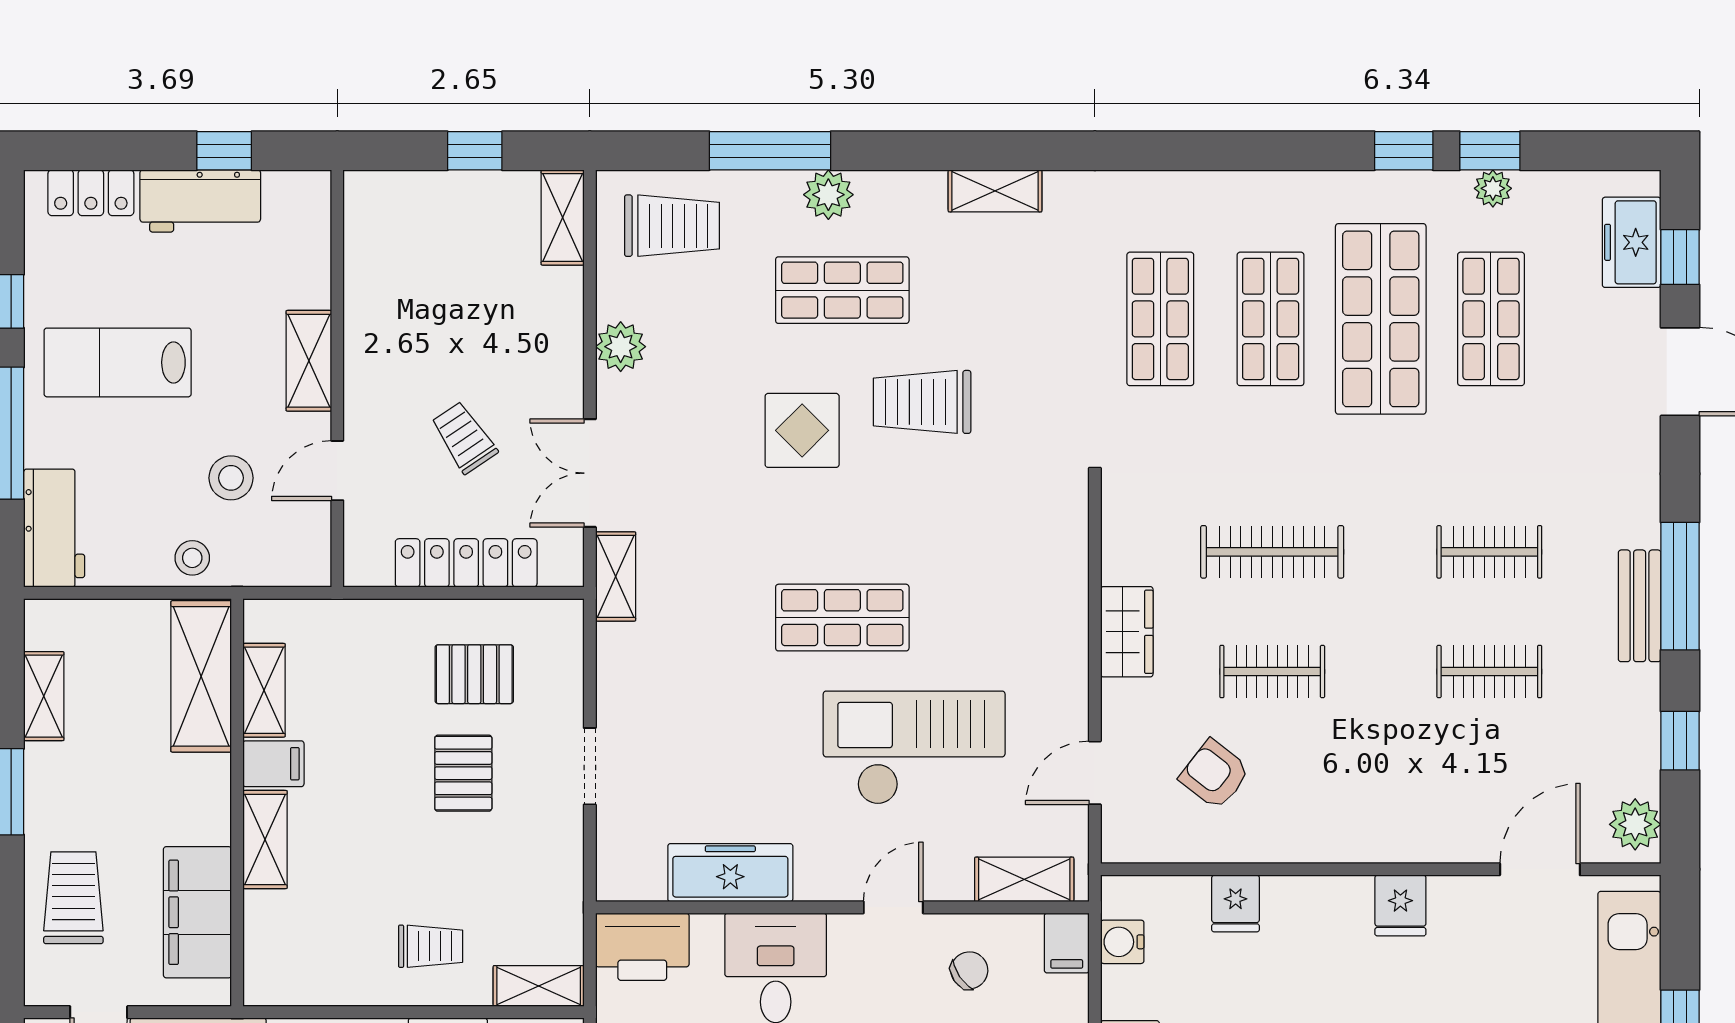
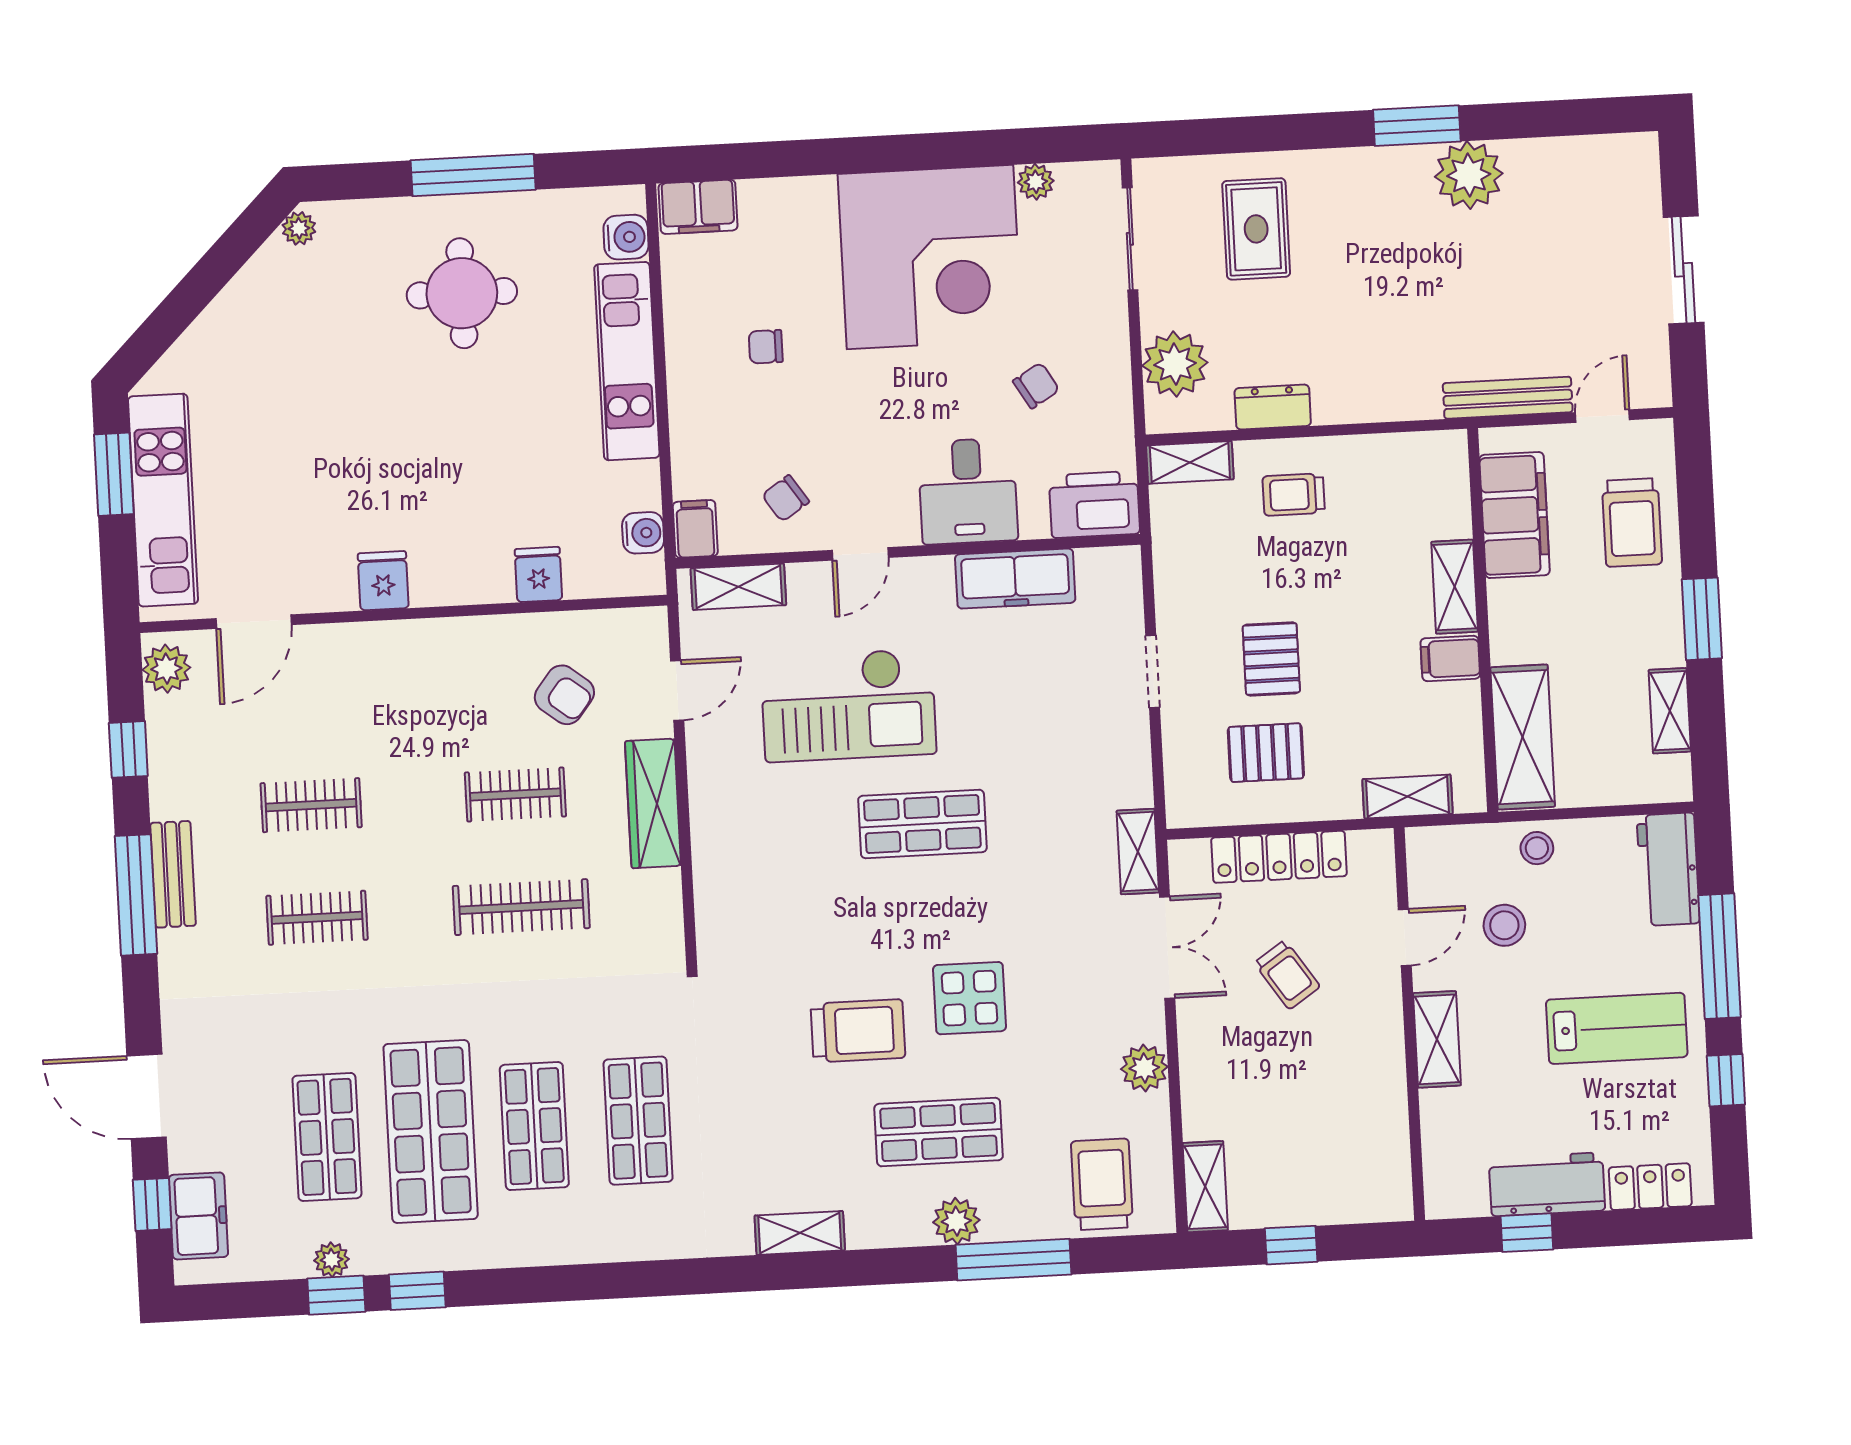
trolley: (672, 226) -> (1102, 1184), turned 90
wardrobe: (1127, 632) -> (653, 803), width x1.50
shelving: (264, 690) -> (1407, 797), moved, turned 90

